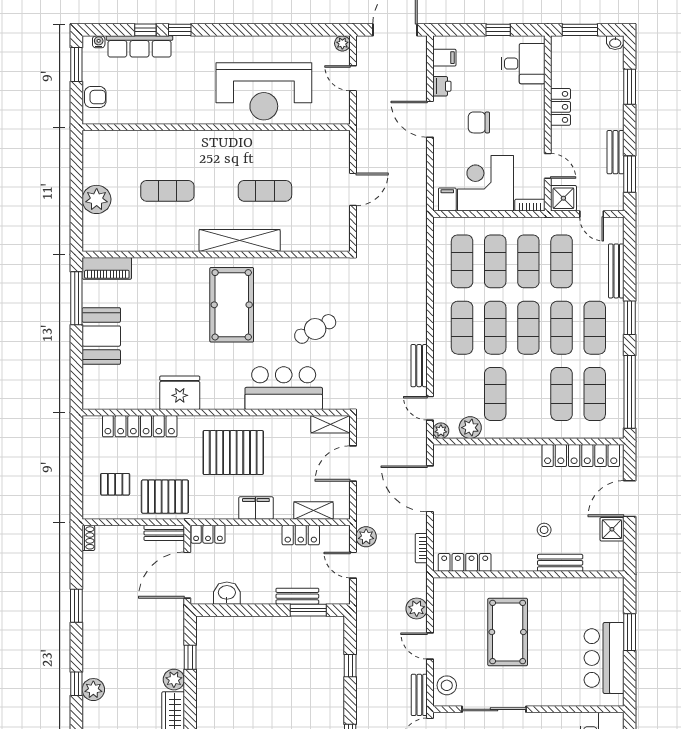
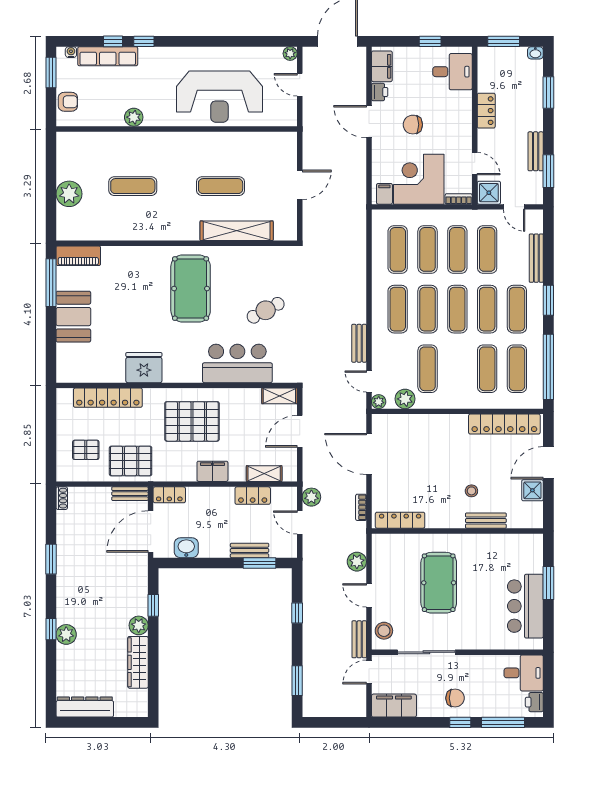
filing cabinet: (444, 58) -> (382, 66), width x2.00
plant: (168, 114) -> (134, 117), added
shelving: (240, 241) -> (237, 231), moved

